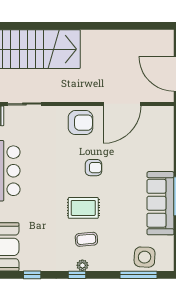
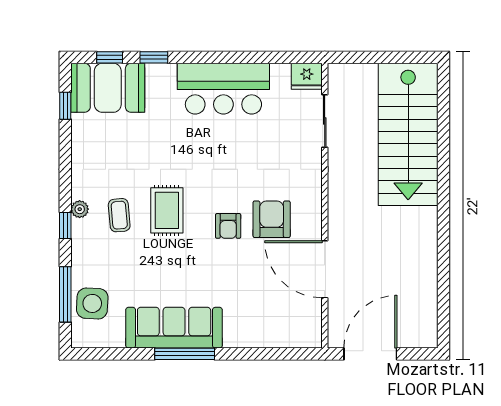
armchair: (81, 123) -> (272, 219), moved, turned 180
window: (32, 275) -> (65, 106), moved
window: (77, 275) -> (65, 226), moved

